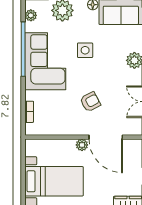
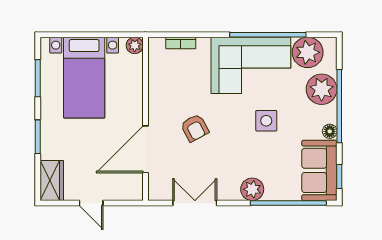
plant: (31, 15) -> (308, 52), width x1.87, depth x1.87
plant: (82, 145) -> (135, 45), moved

